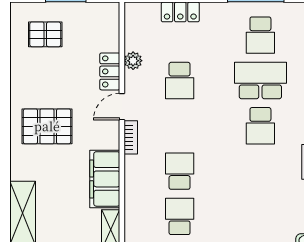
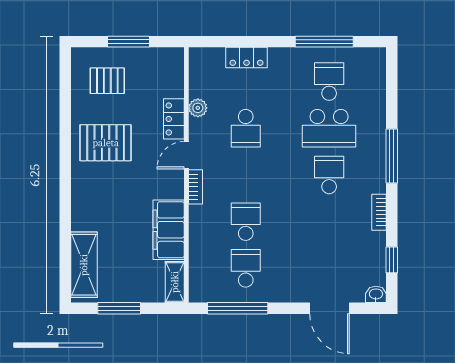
school desk: (260, 35) -> (329, 82), turned 180
school desk: (260, 80) -> (329, 128), turned 180
pallet: (47, 126) -> (106, 143), moved
school desk: (260, 126) -> (329, 175), turned 180

